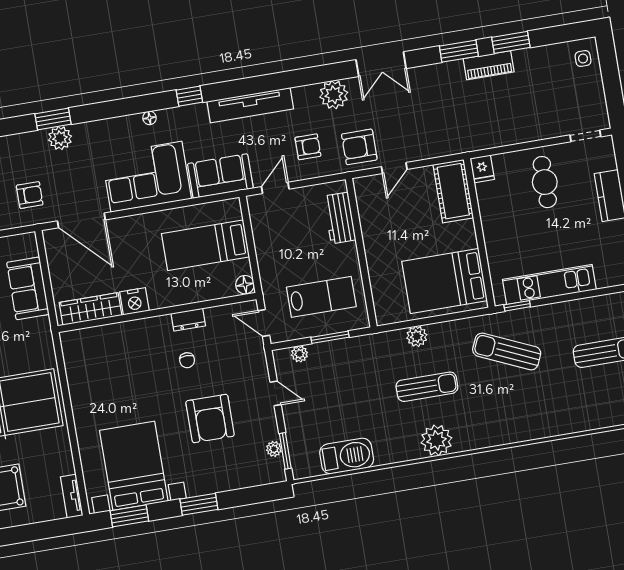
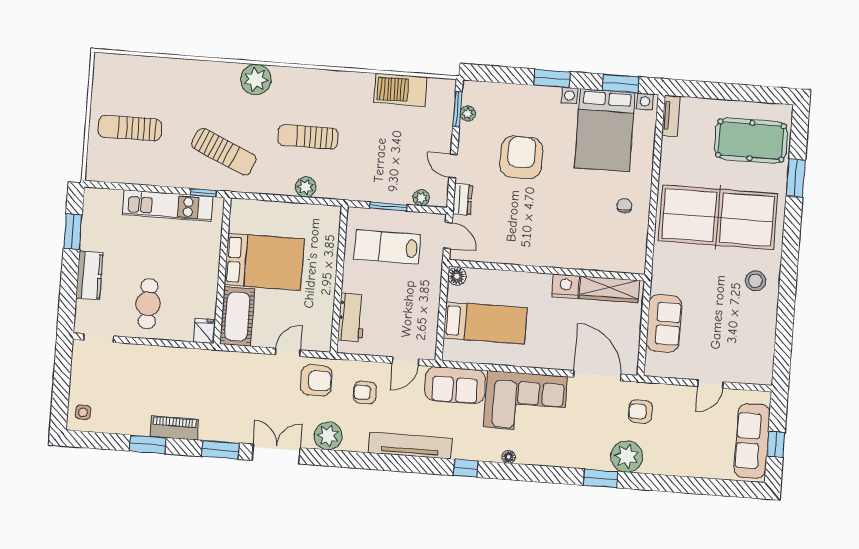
window: (459, 51) -> (220, 450), moved
plant: (60, 138) -> (627, 457), moved, width x1.36, depth x1.36
bed: (445, 281) -> (264, 262), moved
dresser: (188, 320) -> (462, 200), moved, turned 90
chair: (187, 360) -> (624, 206), moved
plant: (436, 440) -> (256, 79), moved

